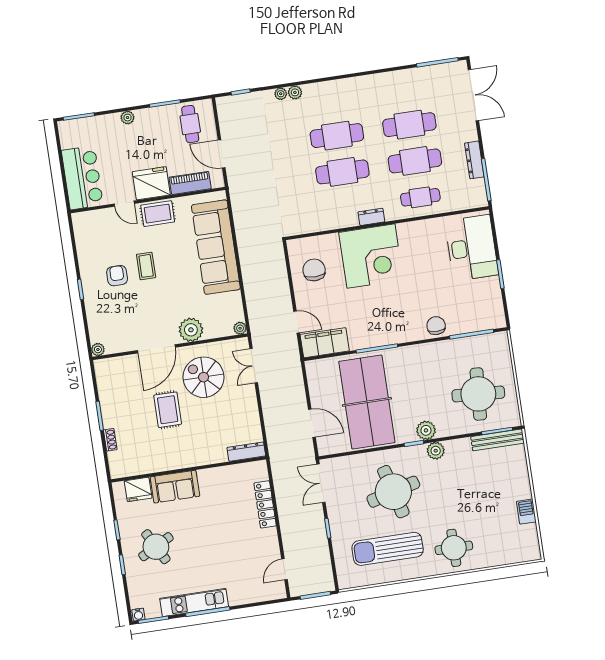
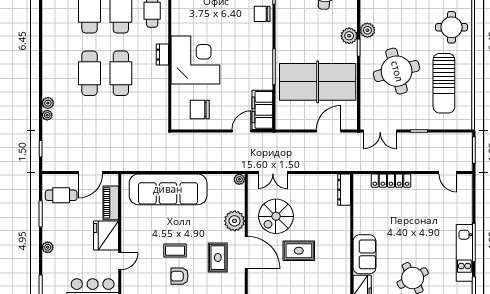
rug: (158, 214) -> (218, 258), moved

